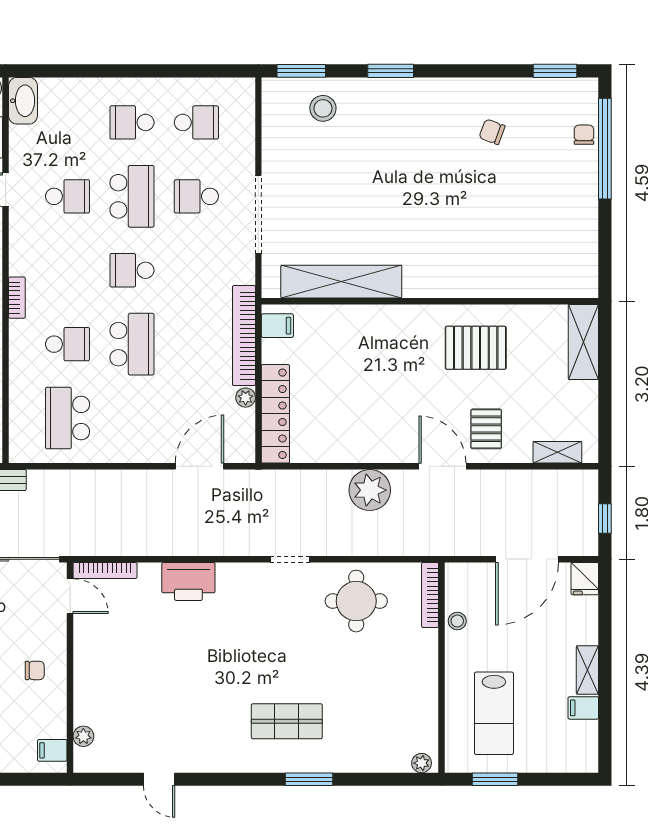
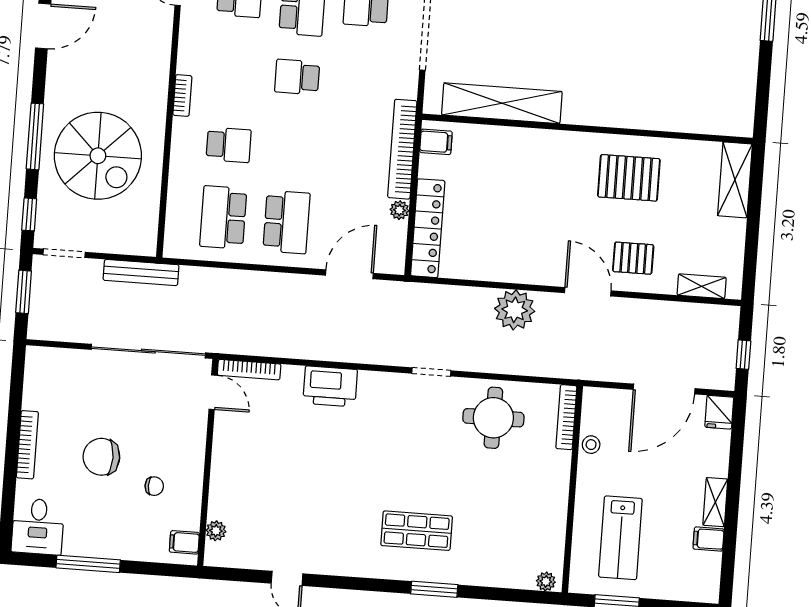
school desk: (132, 344) -> (287, 222), moved
pallet: (486, 429) -> (633, 258), turned 90
chair: (35, 670) -> (154, 486), moved

